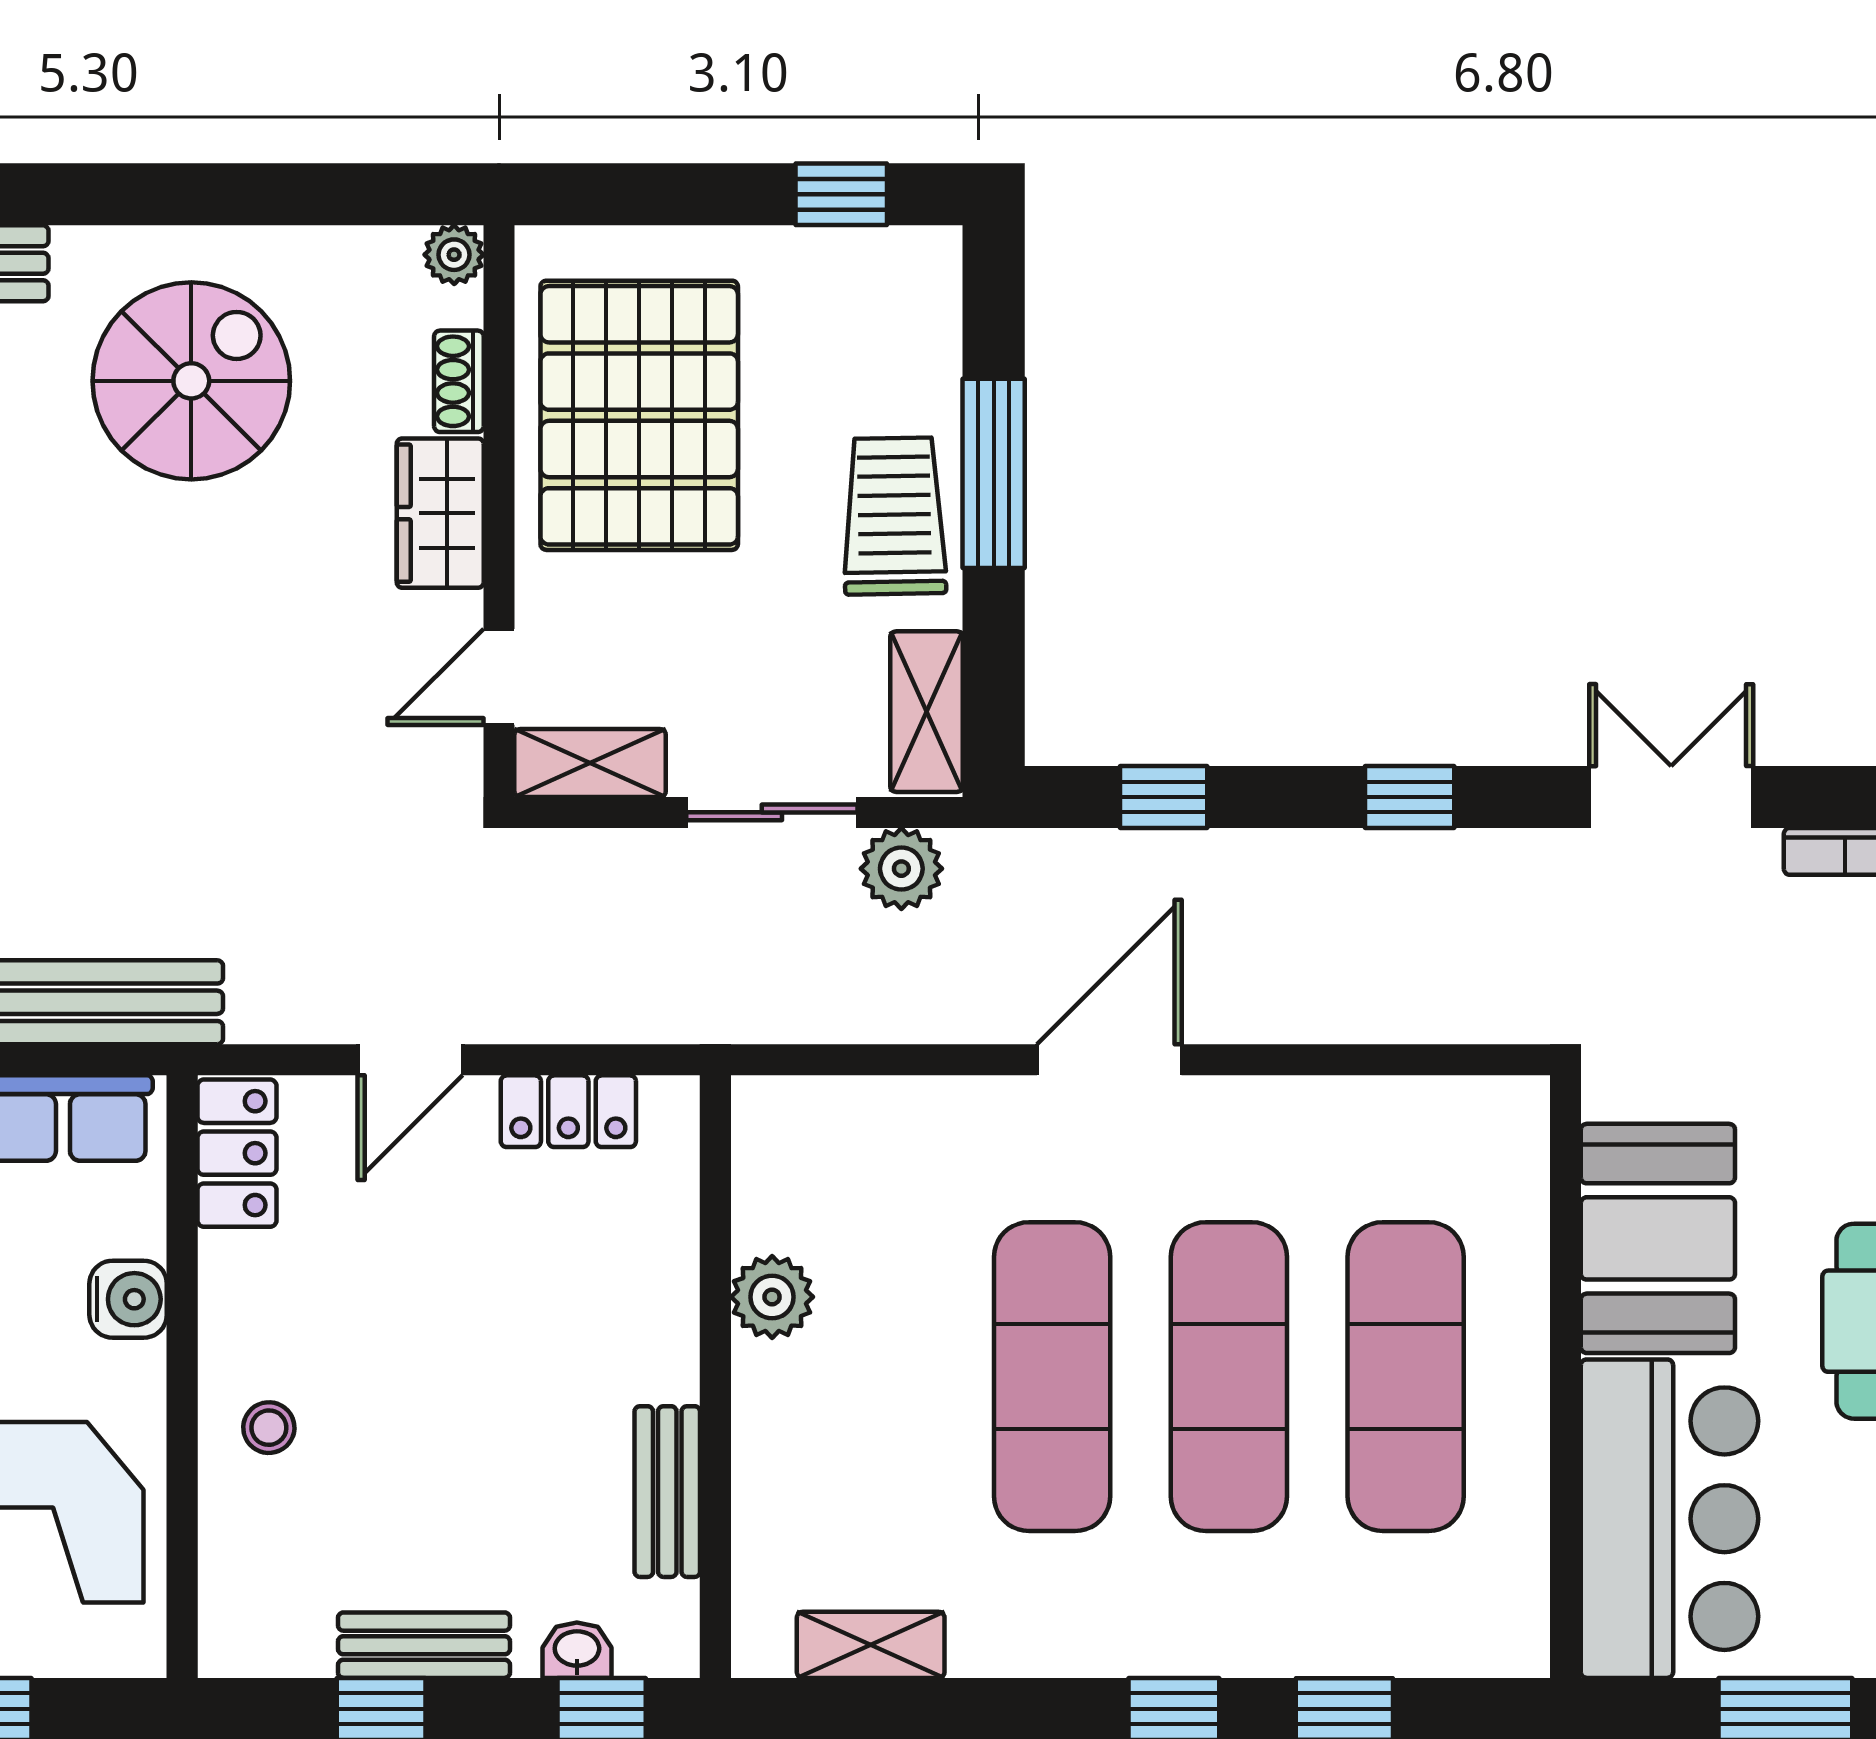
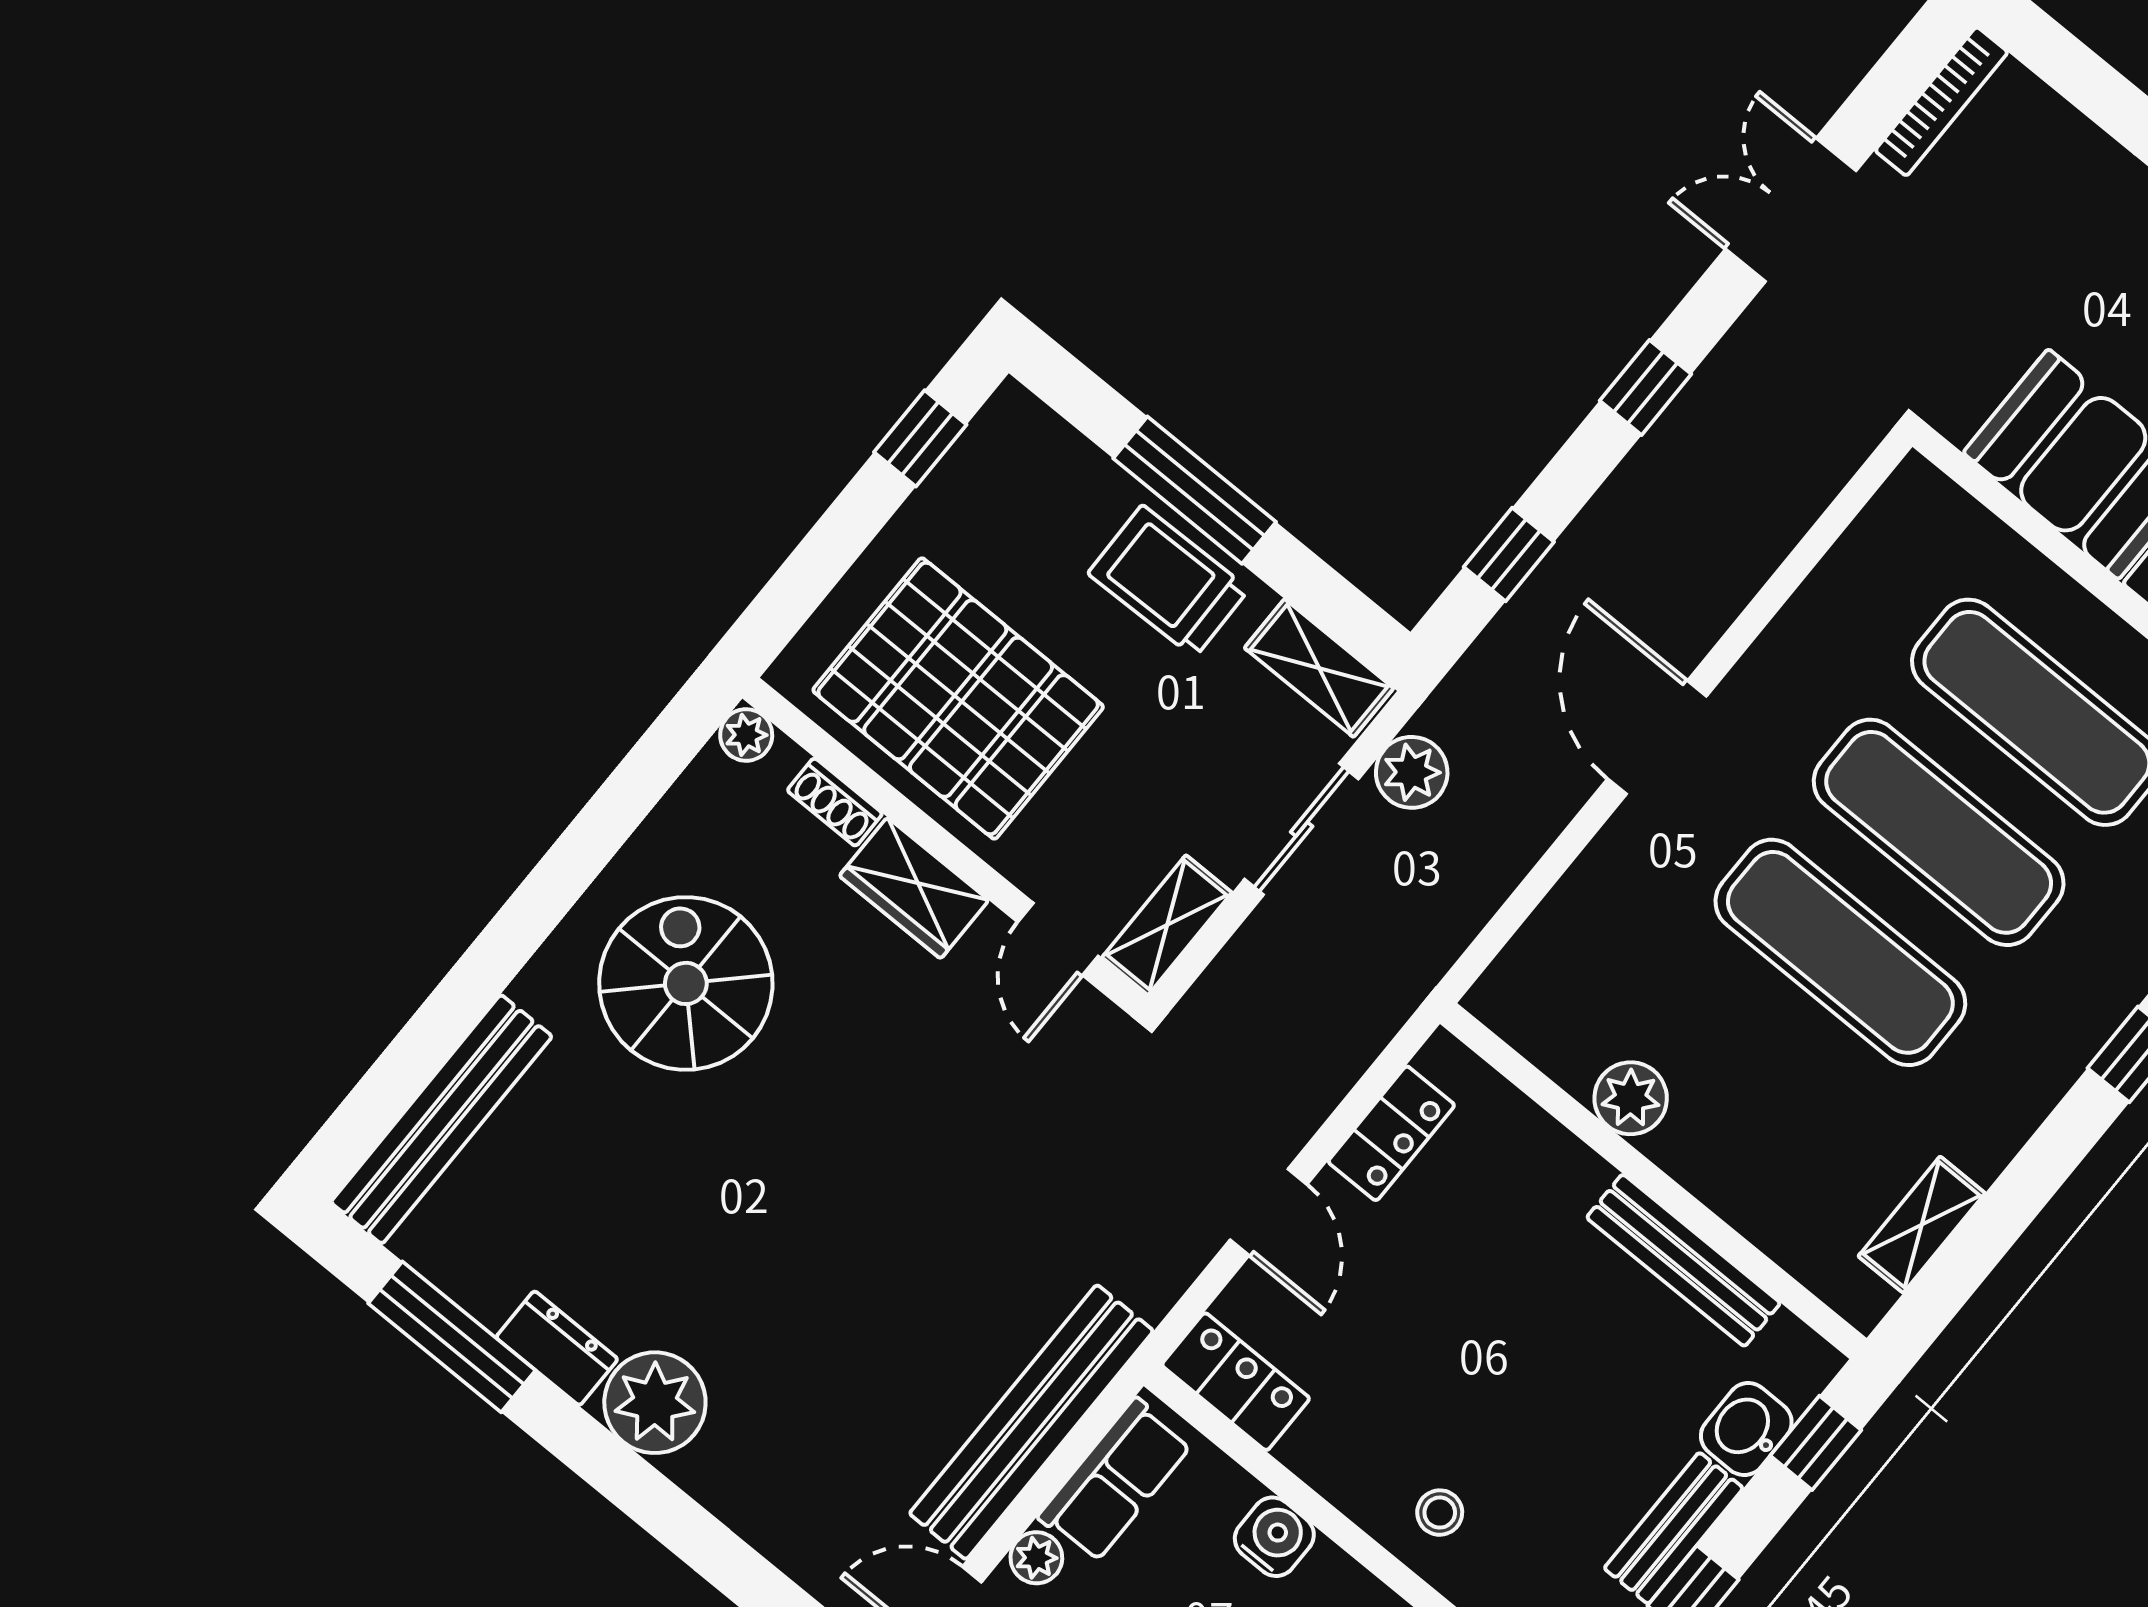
bench: (667, 1492) -> (1683, 1260), width x1.36
washbasin: (577, 1650) -> (1746, 1429), width x1.38, depth x1.45

